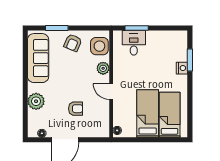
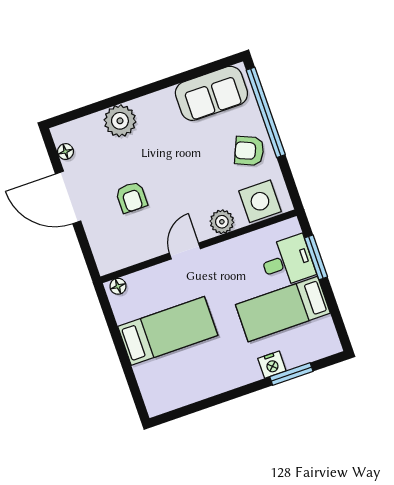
window: (57, 28) -> (266, 112), width x2.11
sofa: (38, 58) -> (211, 93), width x0.73
bed: (170, 115) -> (283, 309), moved, turned 180

